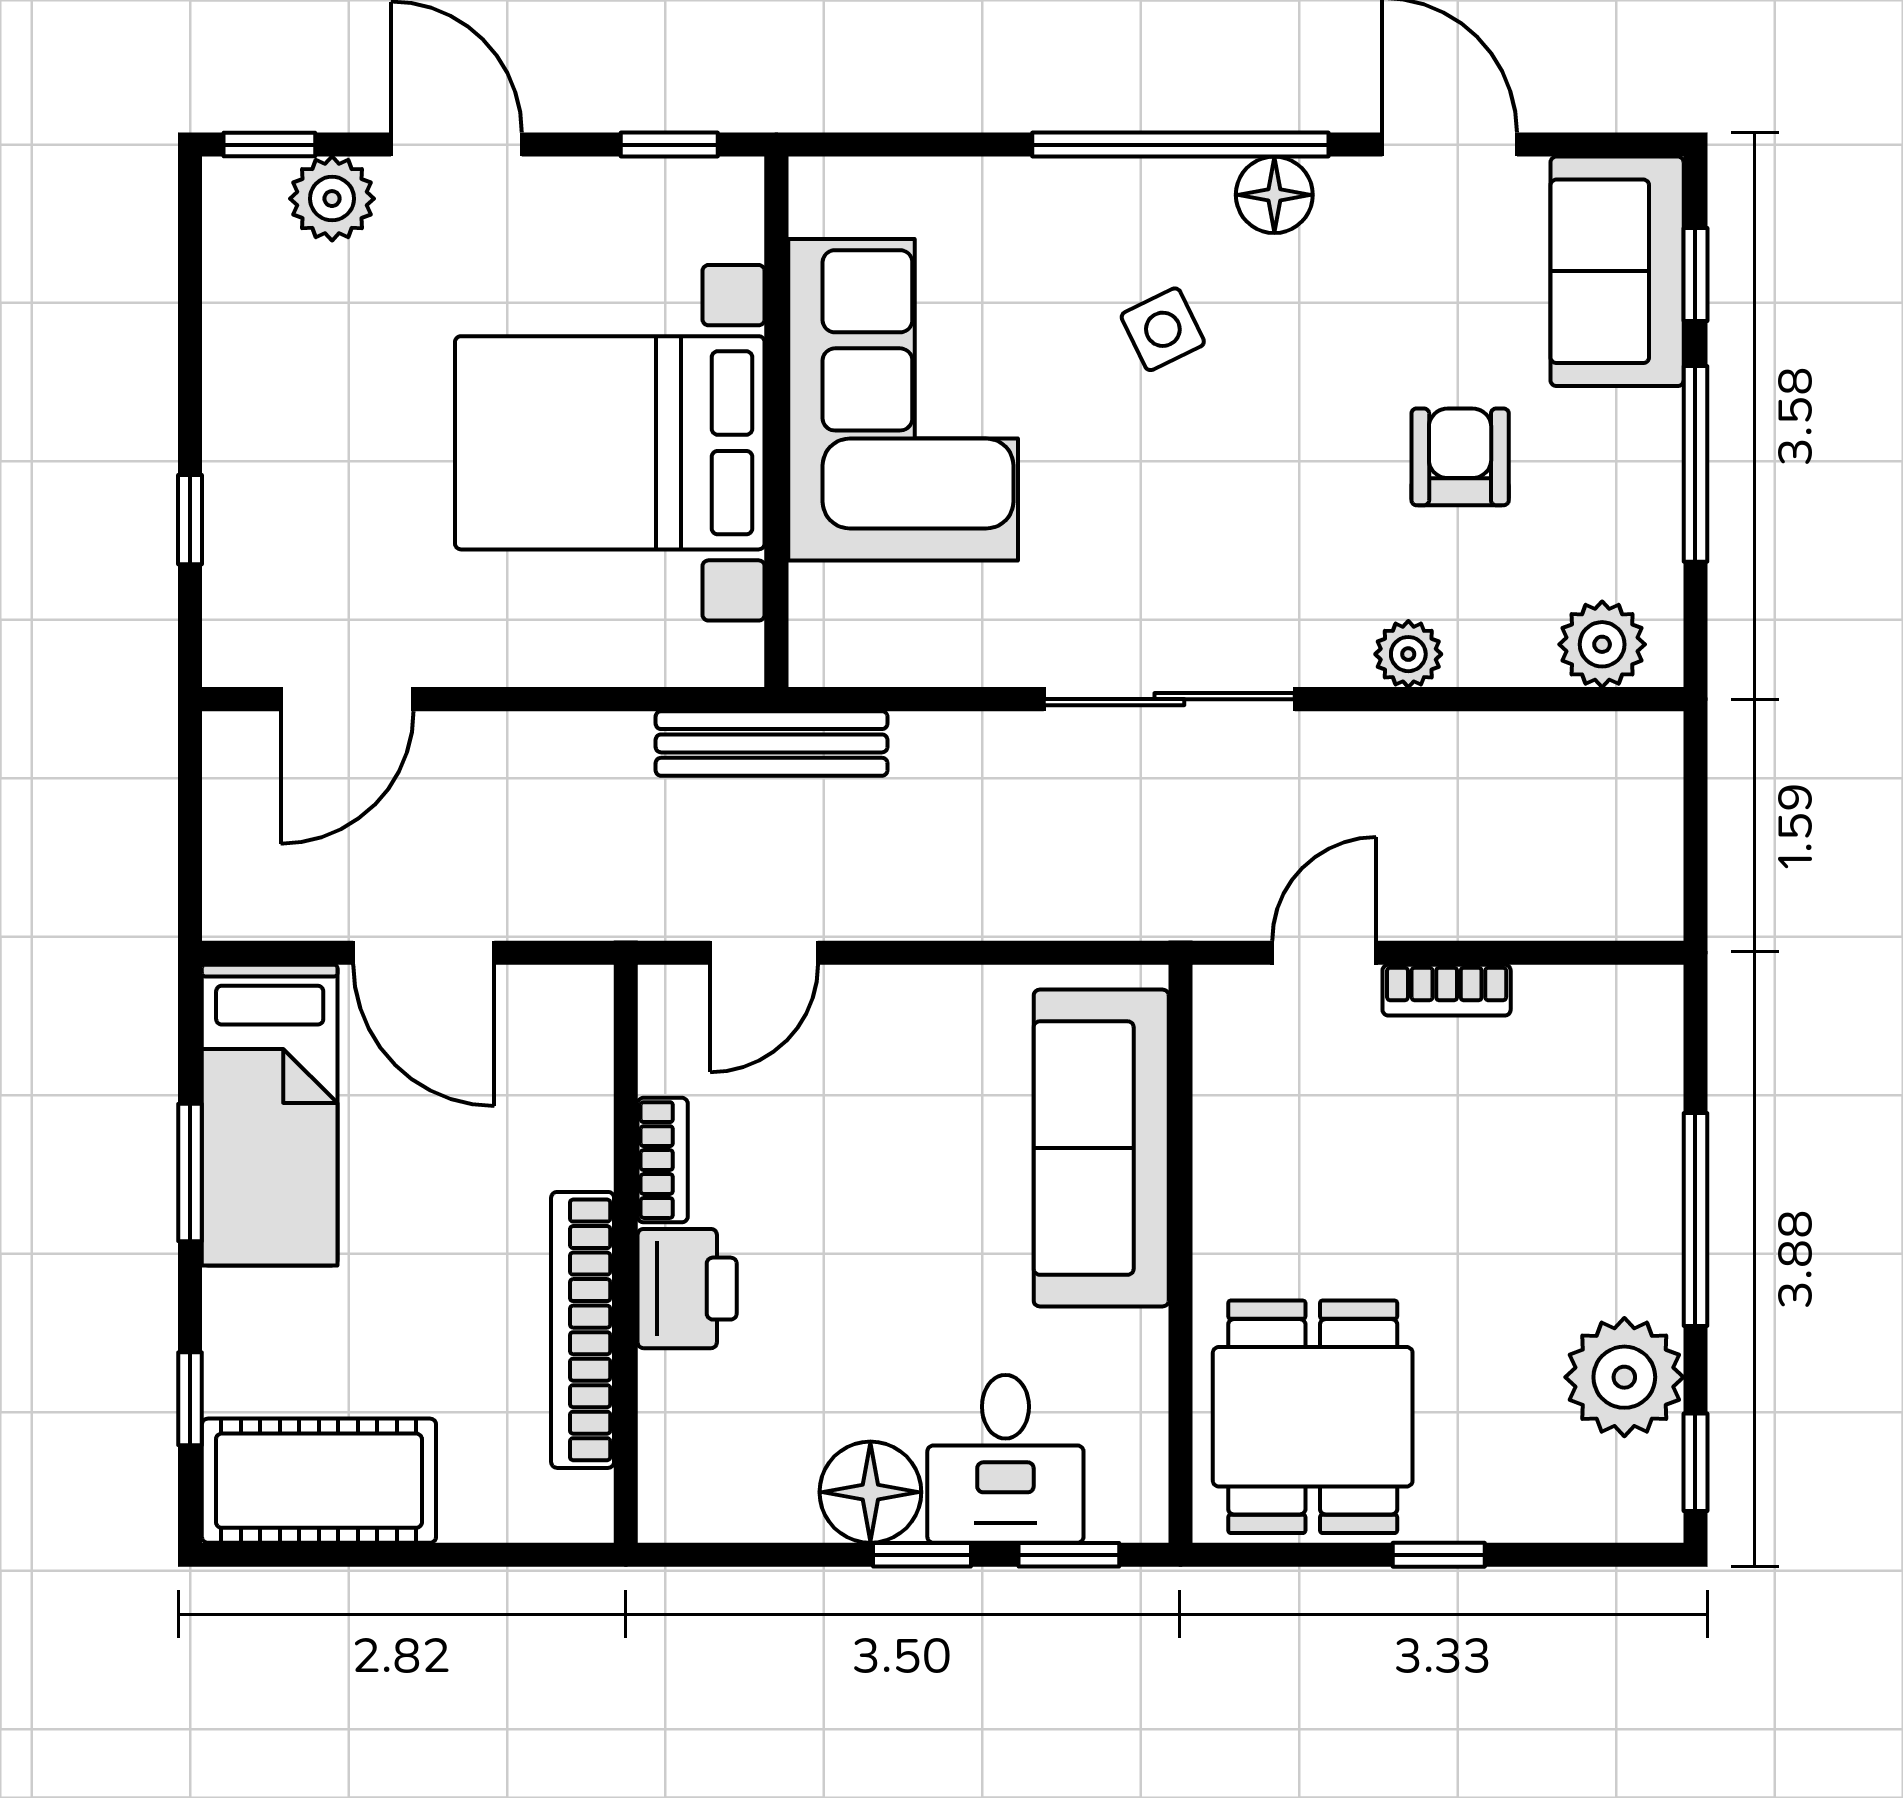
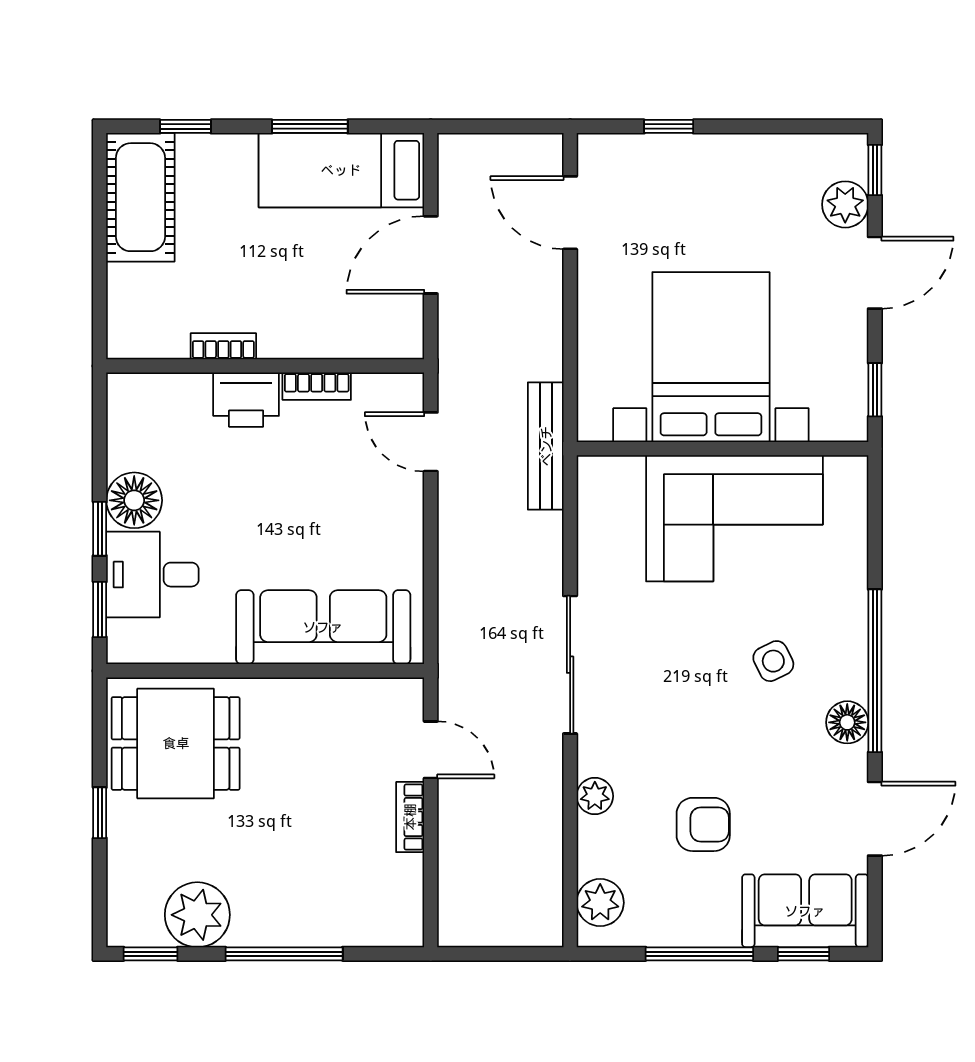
bookcase: (583, 1330) -> (223, 346), width x0.43, depth x0.76

